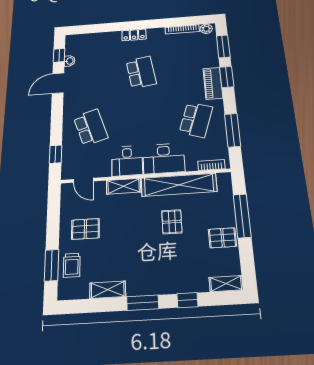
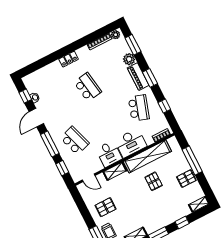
plant: (210, 60) -> (129, 59), added
window: (227, 77) -> (150, 78), moved
window: (57, 119) -> (50, 144), added
window: (233, 130) -> (164, 106), width x0.46

